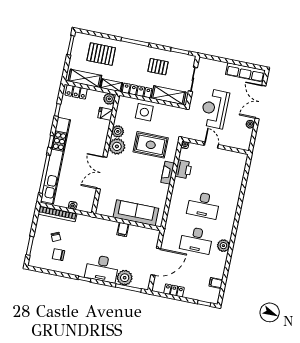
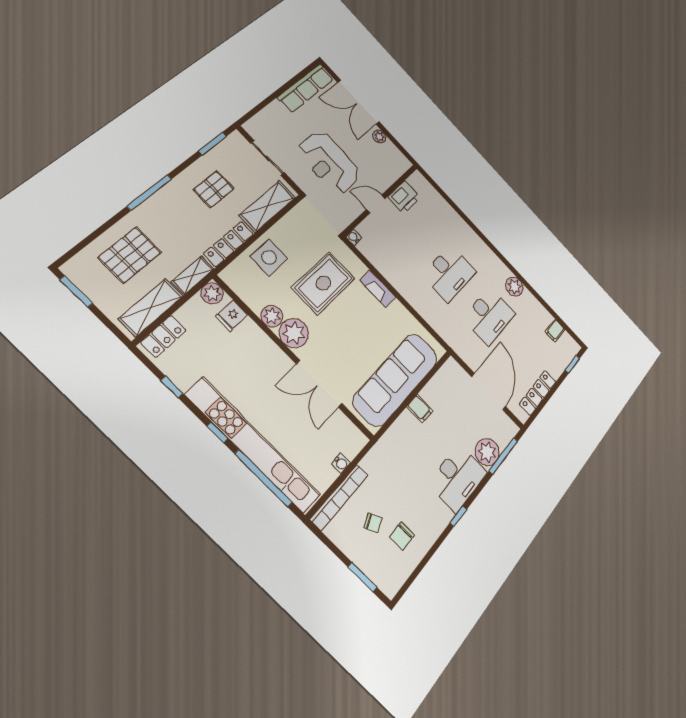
printer: (183, 169) -> (404, 197), moved, turned 90
sofa: (136, 213) -> (396, 379), width x1.36, depth x1.27
locker: (174, 290) -> (538, 393), width x1.53

